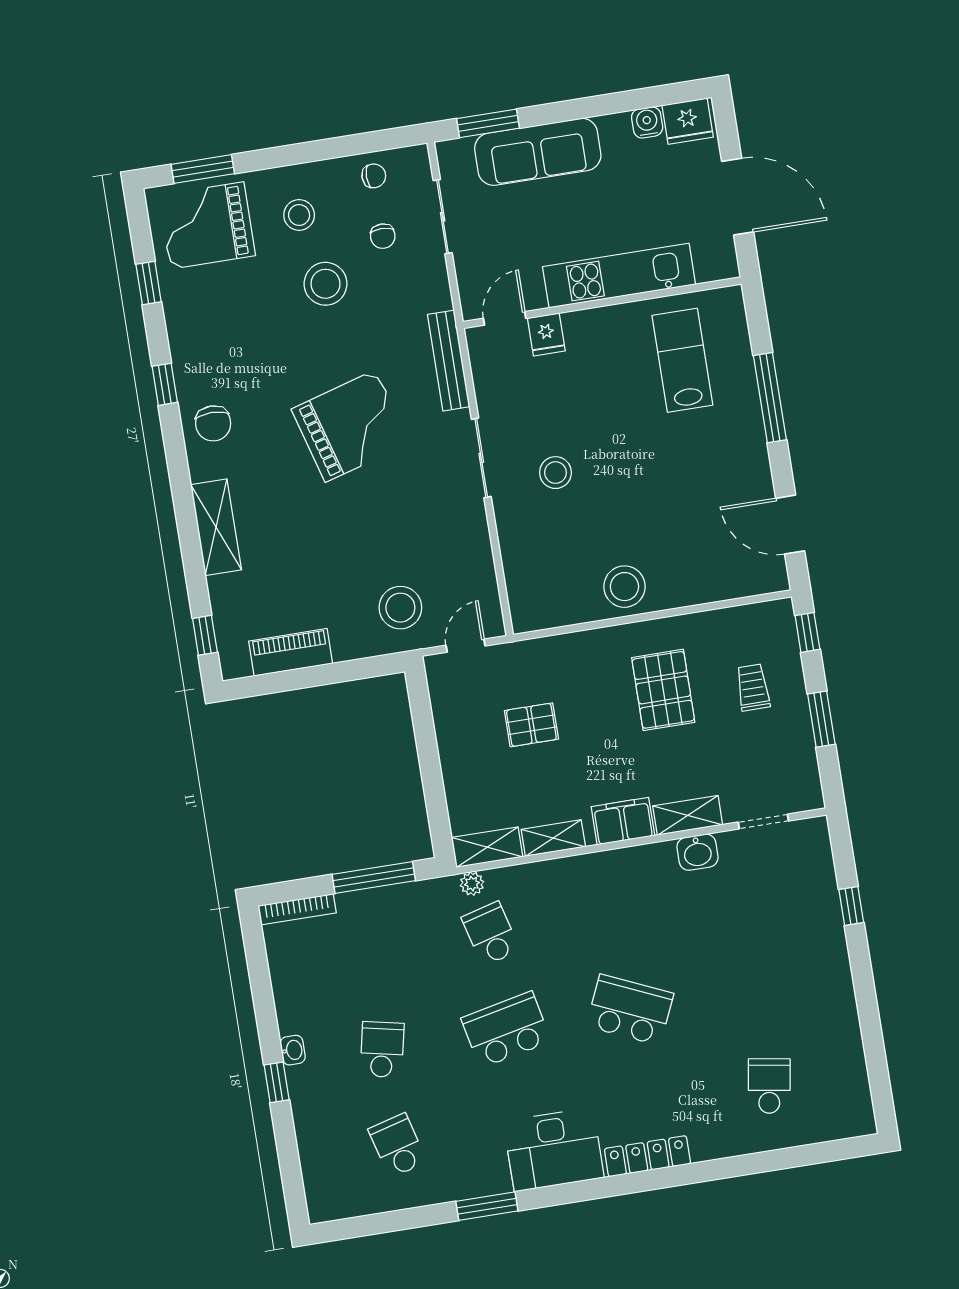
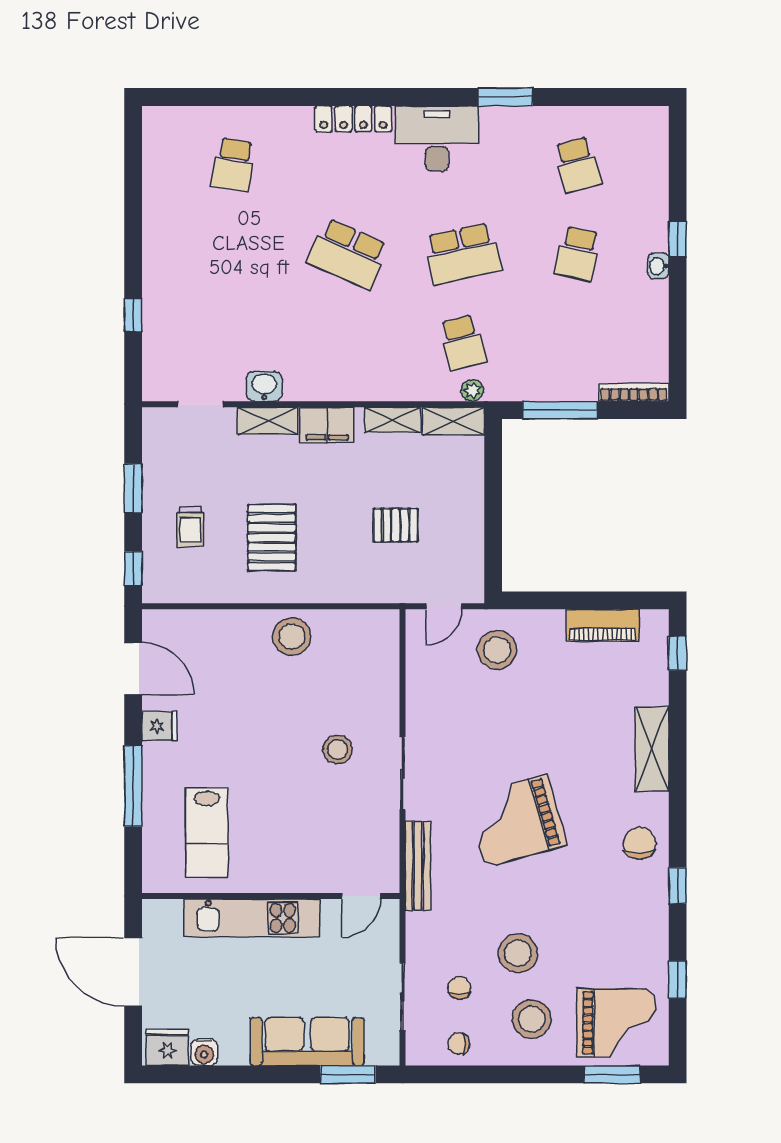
stool: (299, 215) -> (532, 1019), width x1.38, depth x1.38
fridge: (546, 334) -> (160, 726), moved, turned 90

